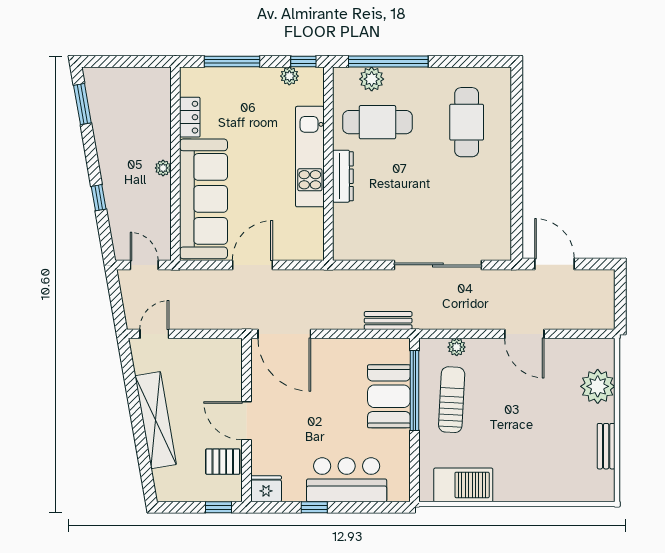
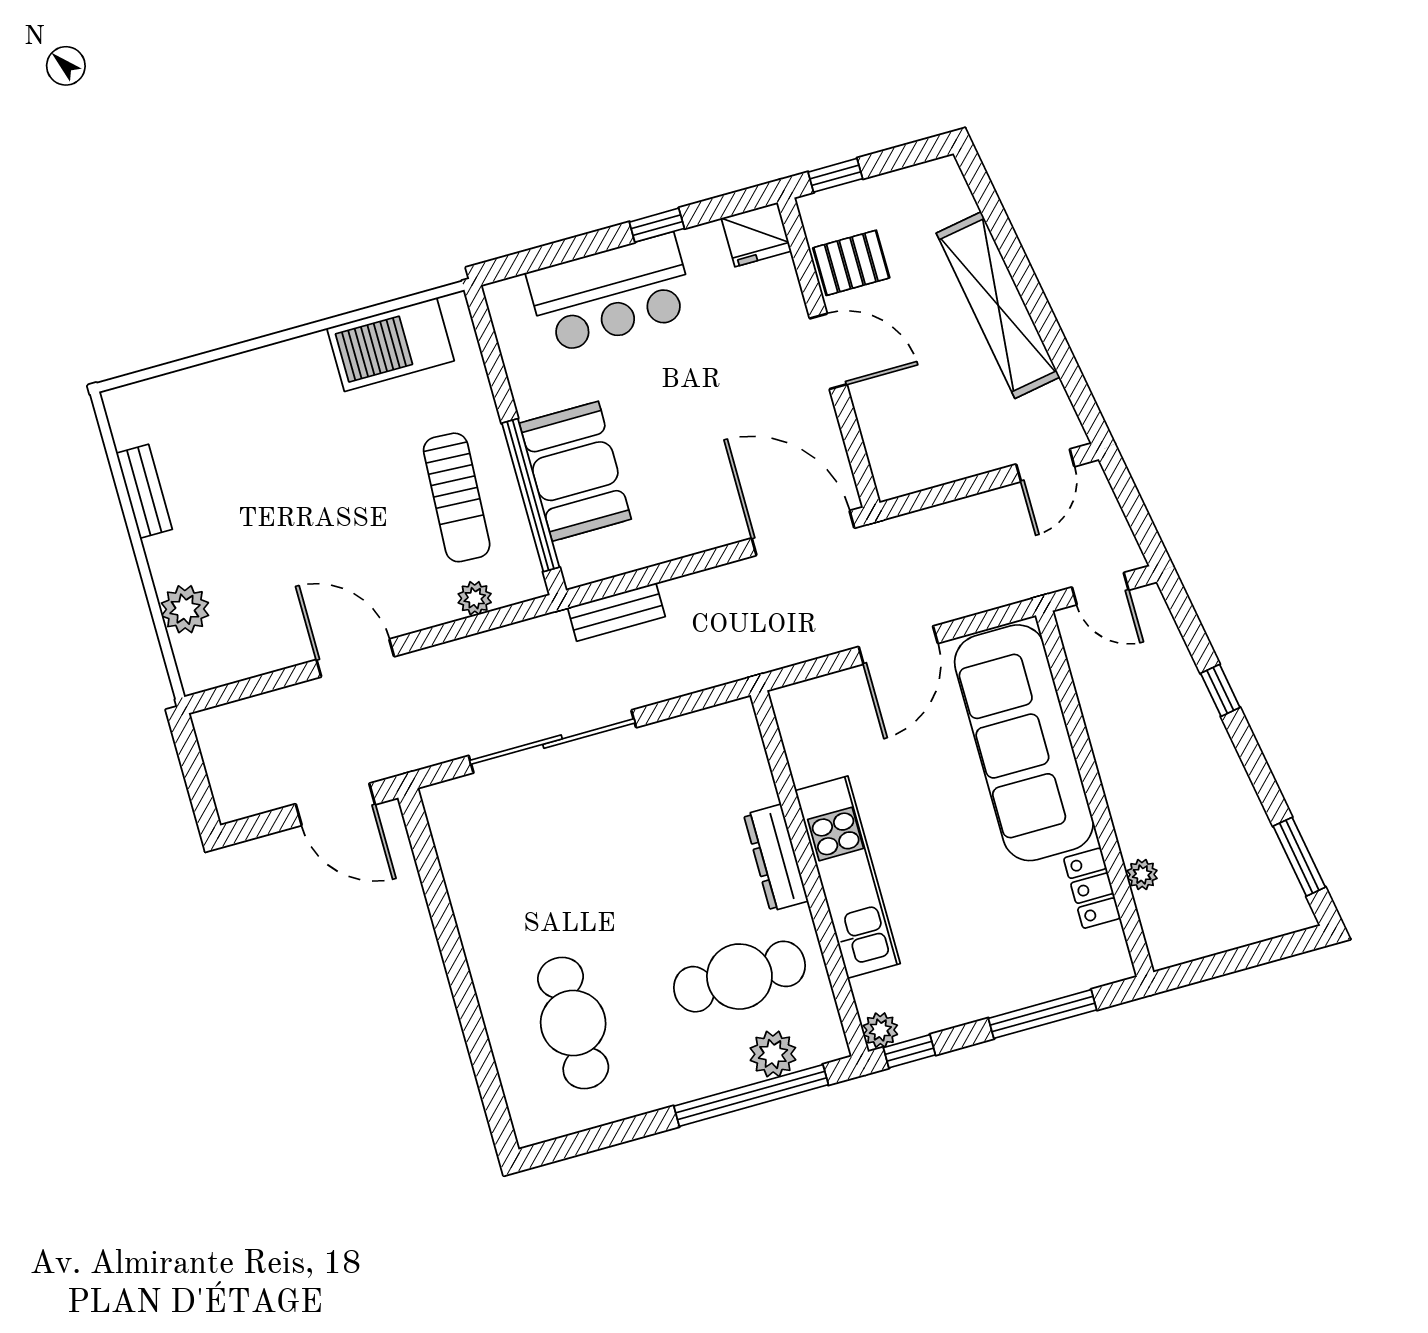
plant: (289, 76) -> (880, 1030), moved
plant: (163, 168) -> (1142, 874), moved
plant: (598, 386) -> (185, 609), width x0.73, depth x0.73

